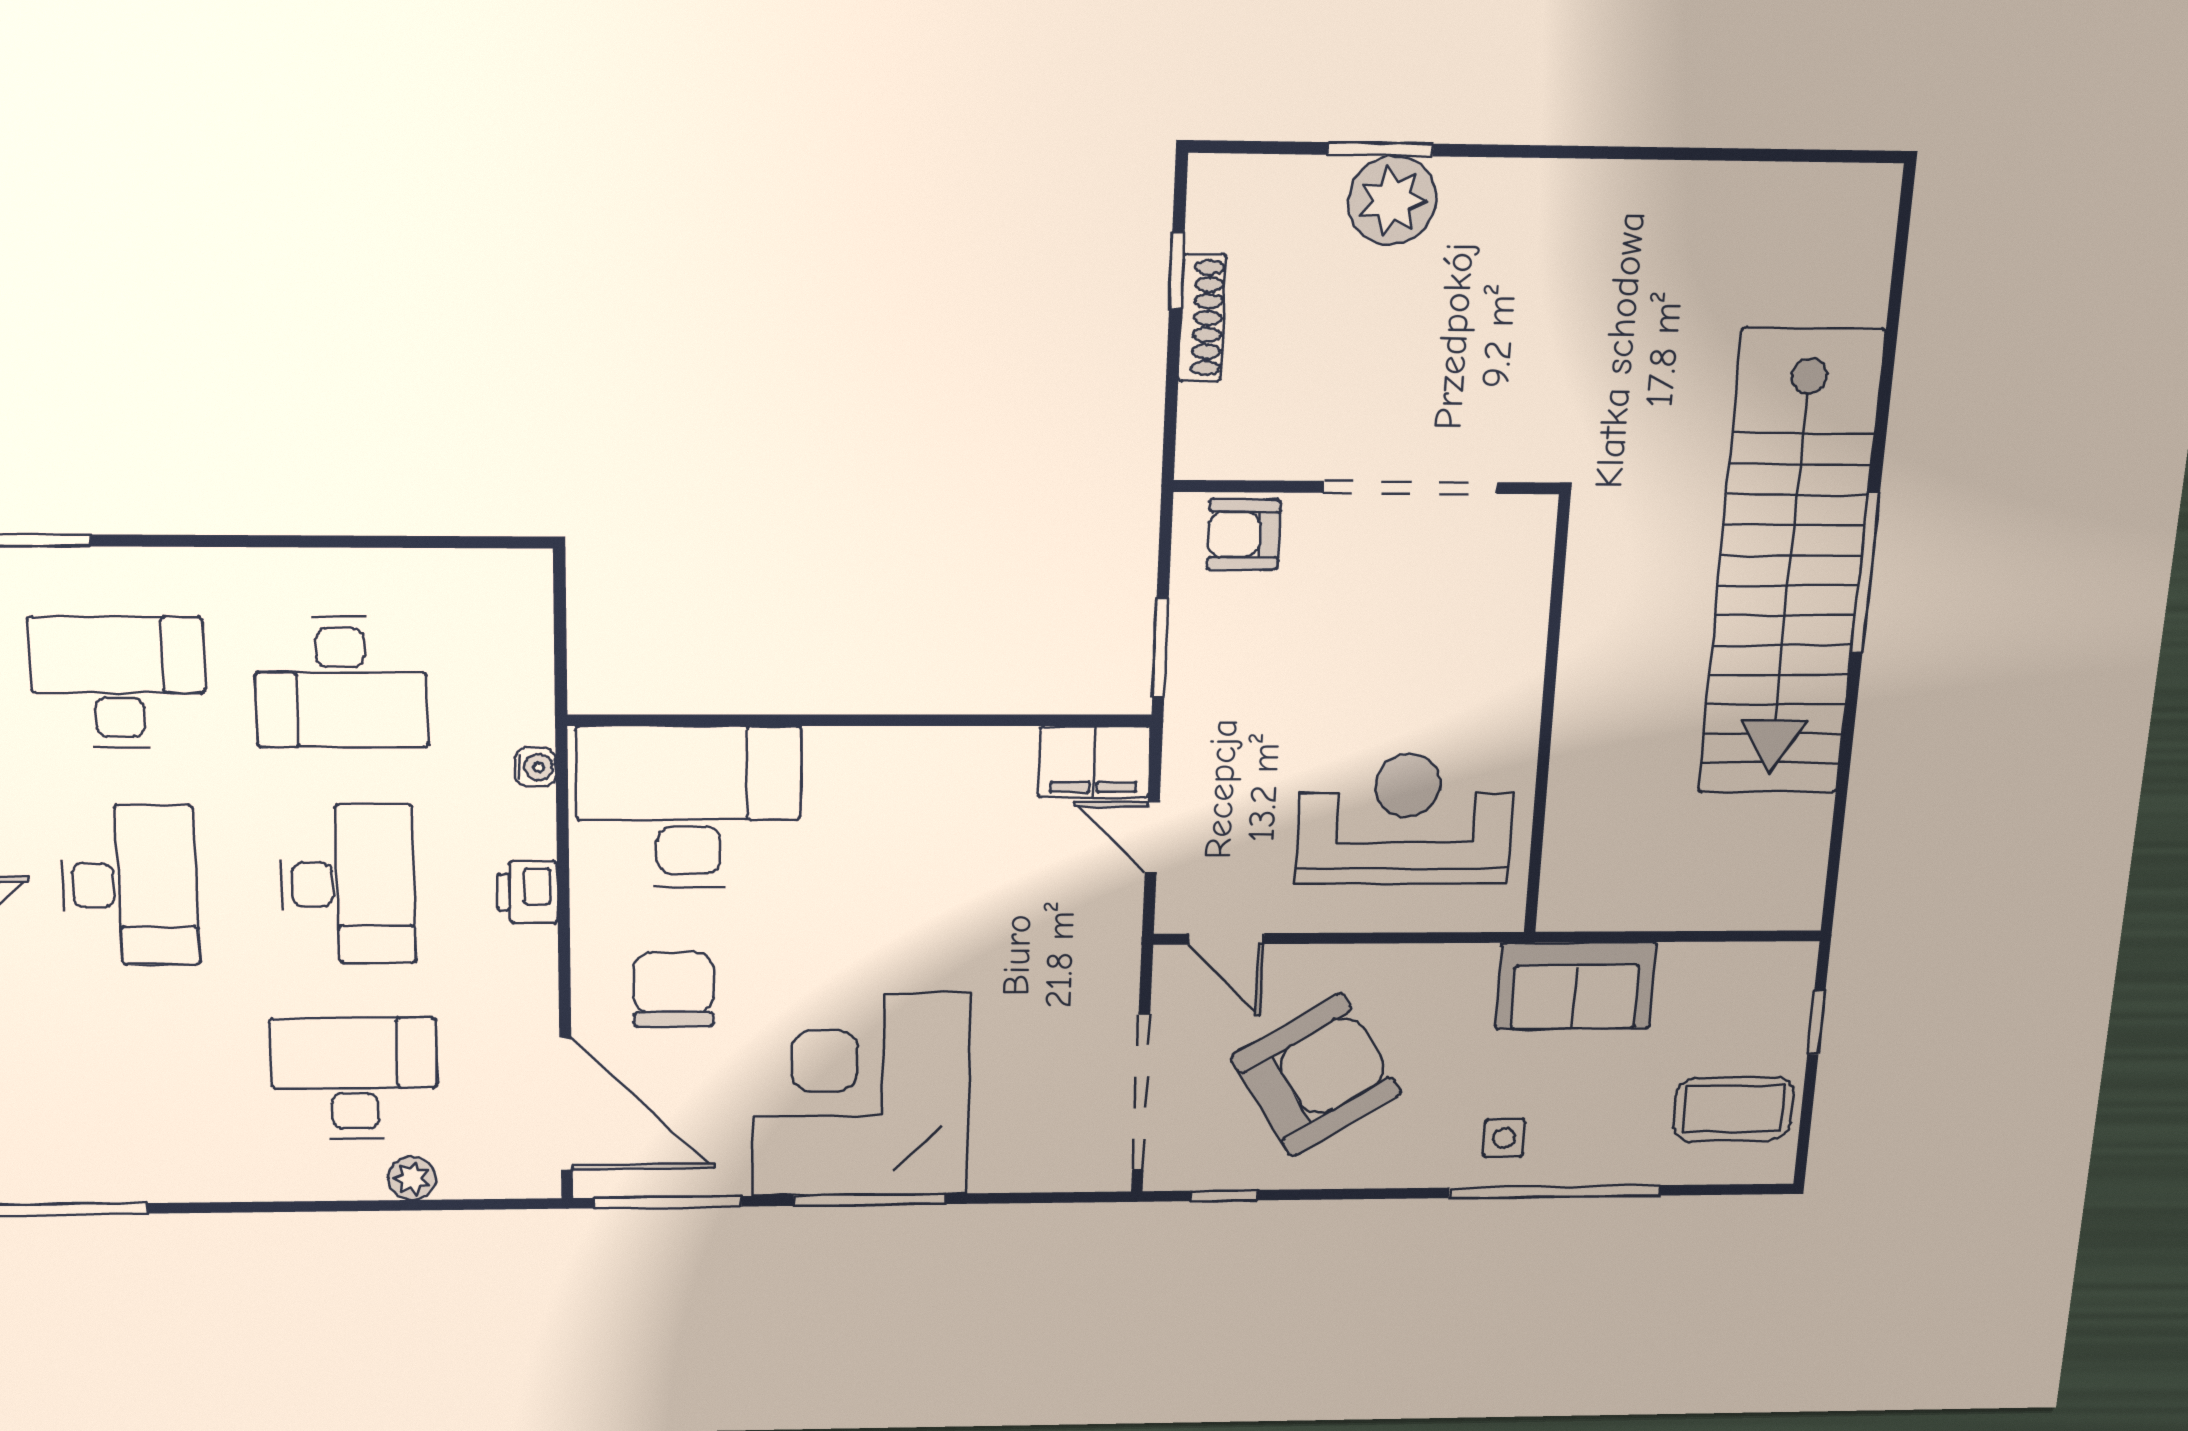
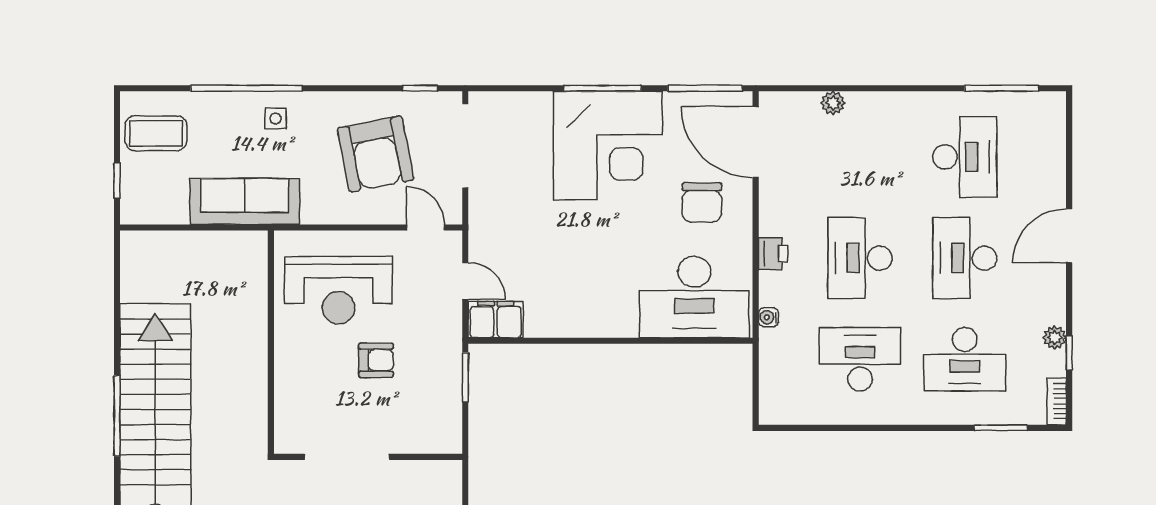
armchair: (1244, 535) -> (376, 360), moved
sofa: (1576, 986) -> (245, 201), width x1.36
armchair: (1316, 1075) -> (376, 154), turned -69
desk: (354, 1078) -> (965, 157), moved, turned -90

